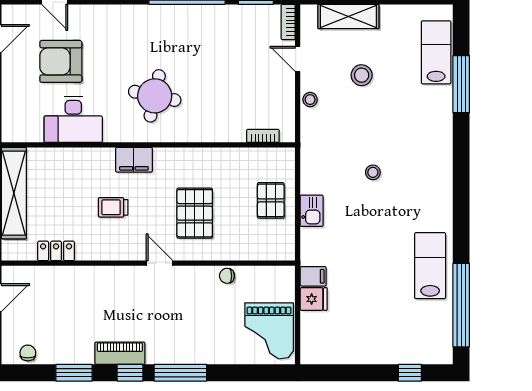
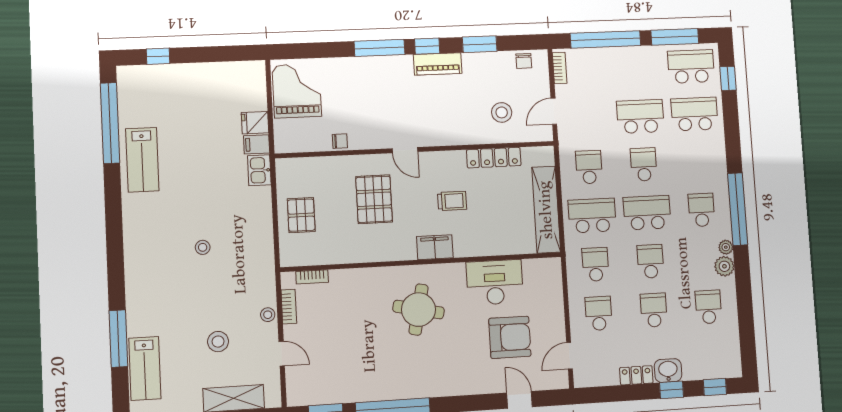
bookcase: (288, 22) -> (289, 307), moved
kitchen sink: (312, 211) -> (259, 170), moved
locker: (56, 251) -> (494, 158), width x1.53
stool: (55, 299) -> (502, 112), added

